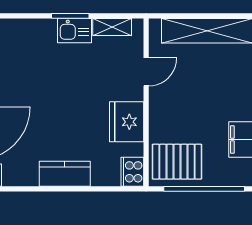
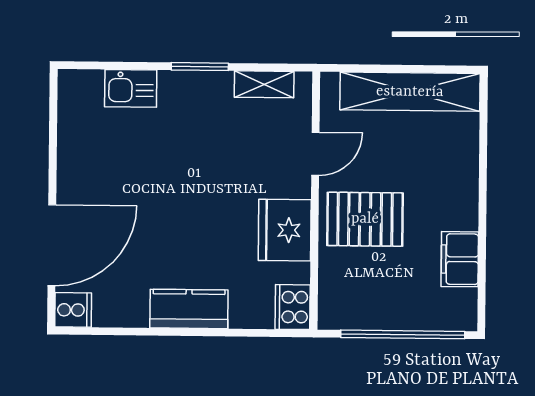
kitchen sink: (74, 31) -> (131, 88), moved
pallet: (177, 162) -> (365, 219), moved

